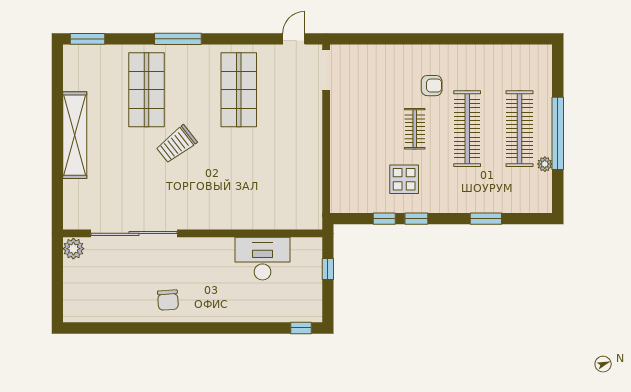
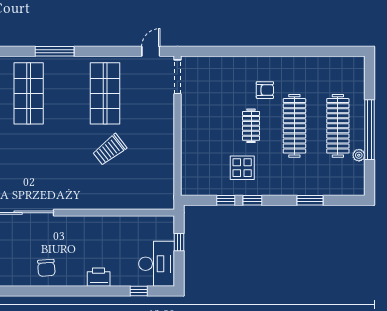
trolley: (177, 144) -> (110, 150), moved
desk: (262, 259) -> (157, 264), moved, turned 90
printer: (231, 311) -> (99, 277), added
window: (301, 328) -> (139, 291), moved

